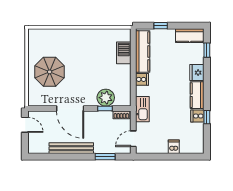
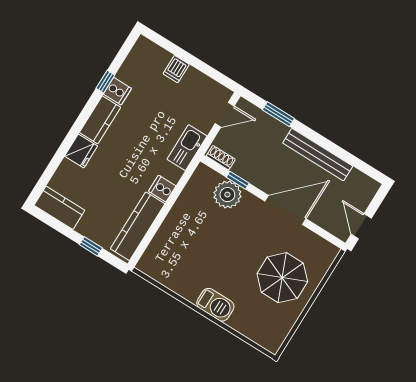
window: (207, 50) -> (48, 173), removed
barbecue: (124, 53) -> (215, 305), moved, turned -90
door: (70, 109) -> (285, 210), hinge flipped

